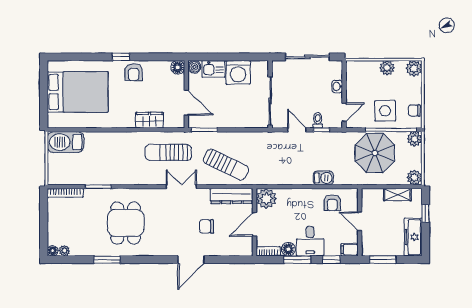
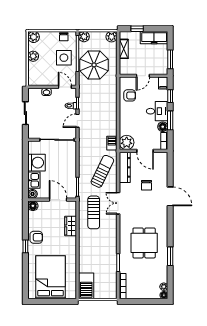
sliding door: (307, 57) -> (25, 113), width x0.73
door: (186, 103) -> (58, 200), hinge flipped
barbecue: (323, 178) -> (112, 143), moved
dining table: (126, 223) -> (144, 243), turned 90

